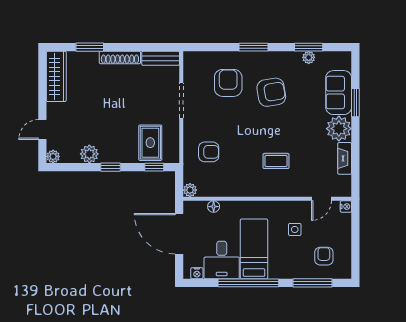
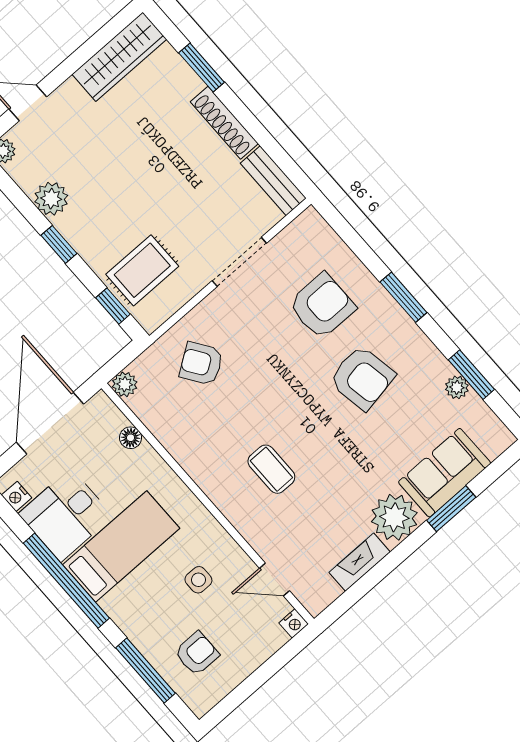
armchair: (209, 152) -> (201, 364), turned 146

